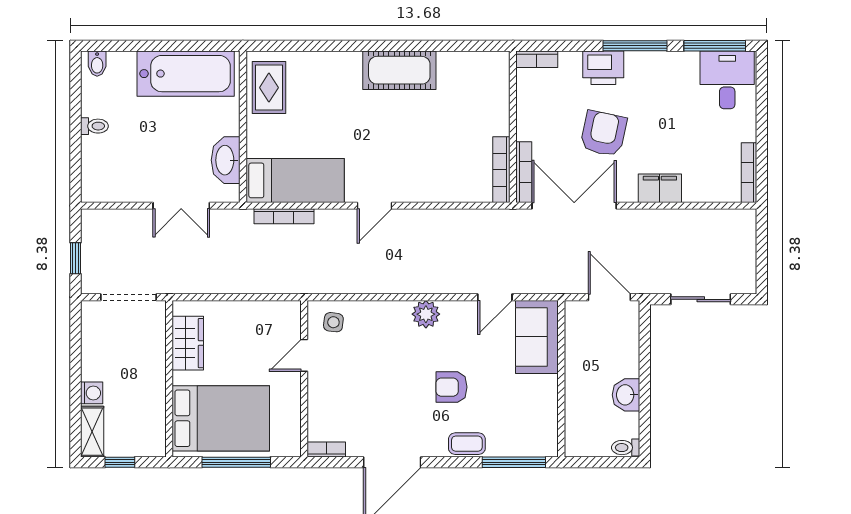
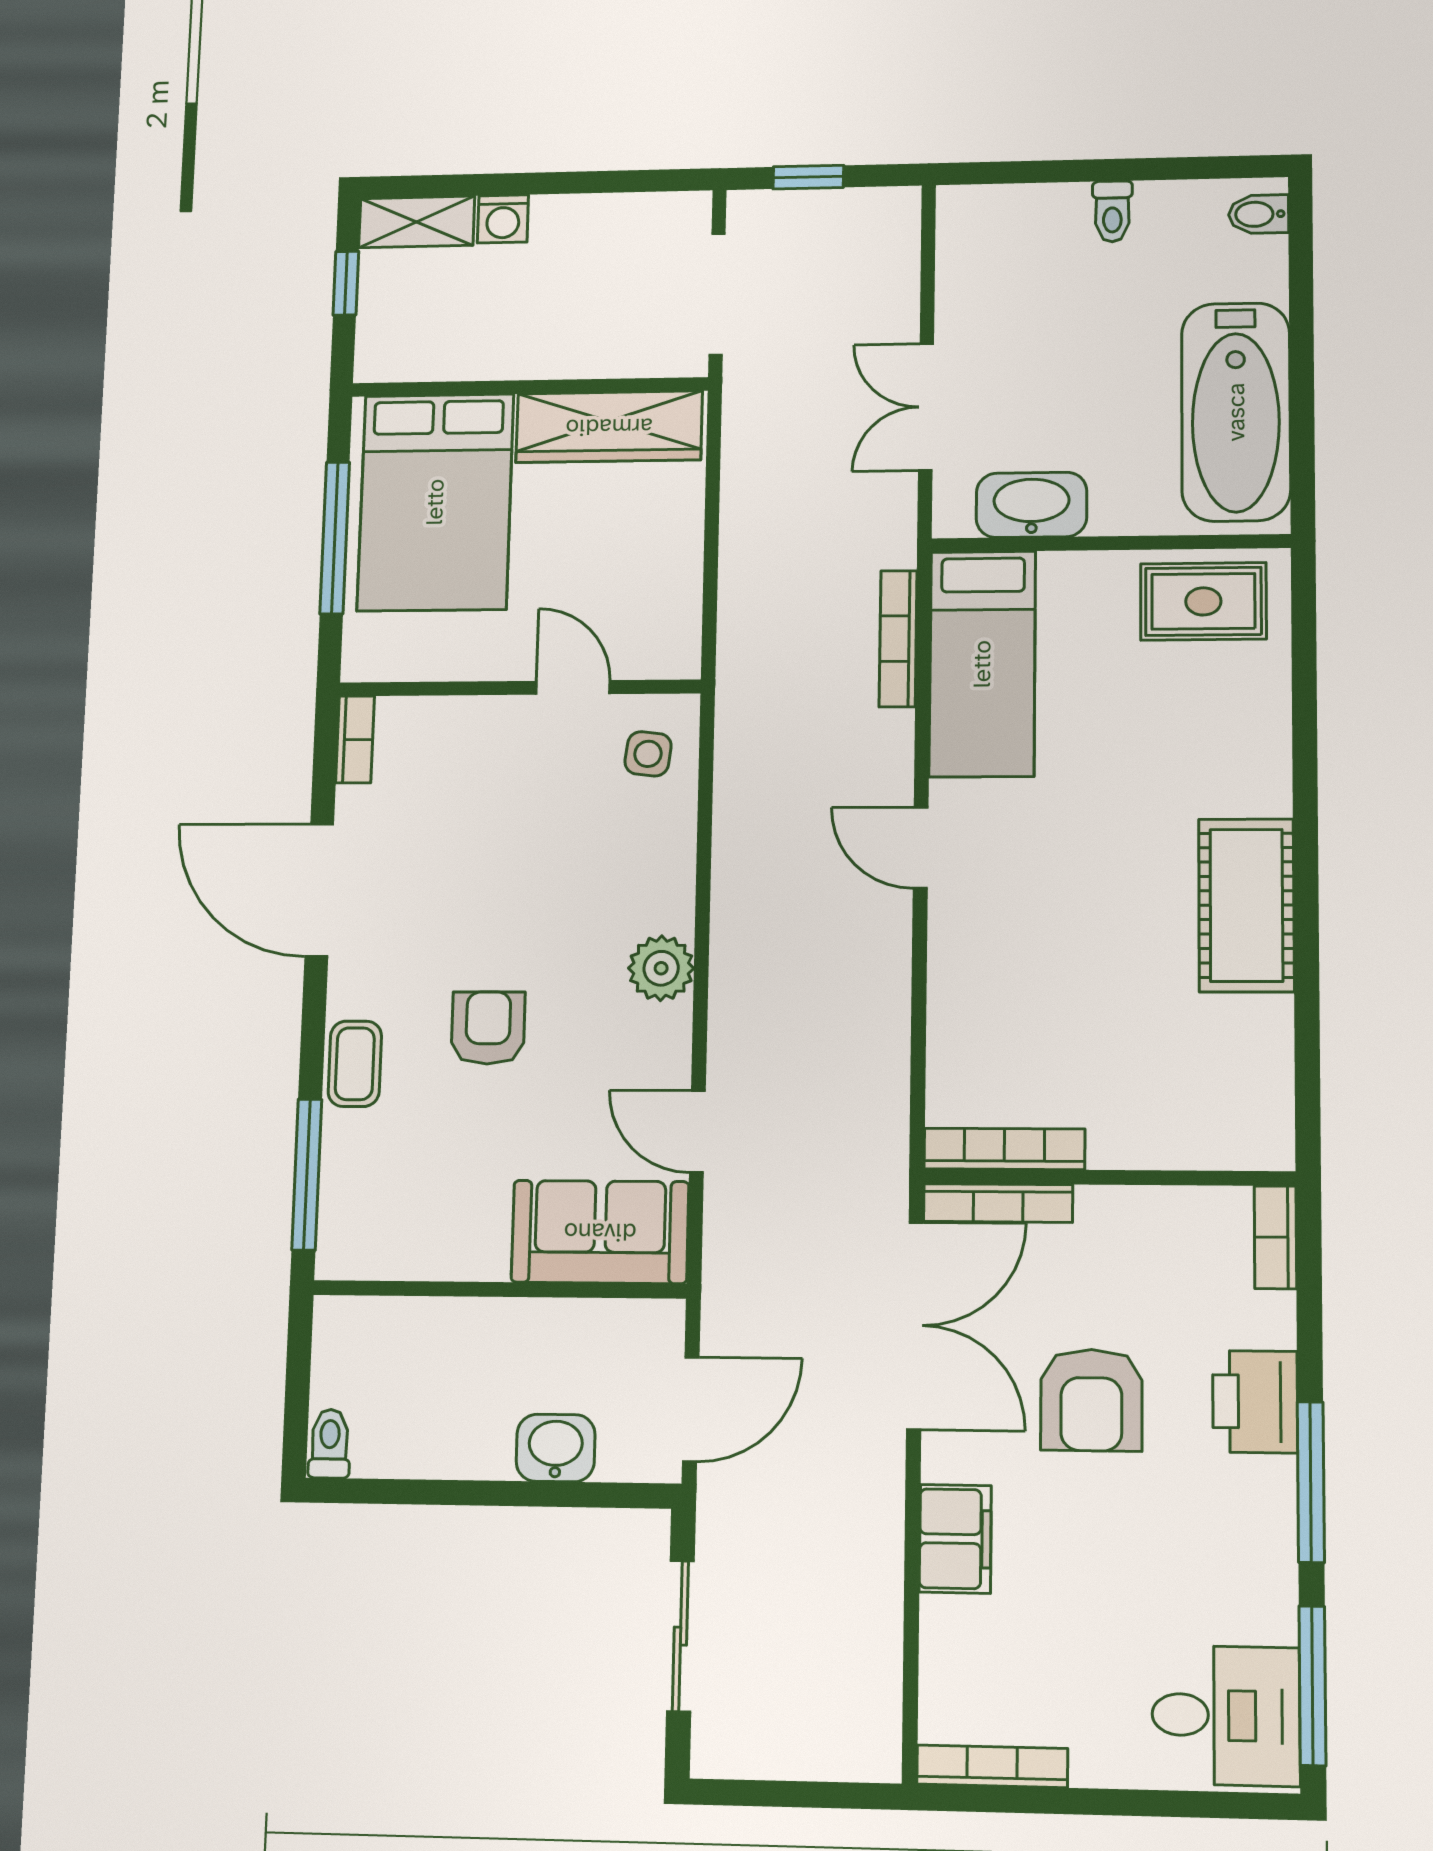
armchair: (603, 134) -> (1091, 1400), turned 78
wardrobe: (188, 343) -> (609, 427), width x1.50
washbasin: (626, 395) -> (556, 1448), moved

